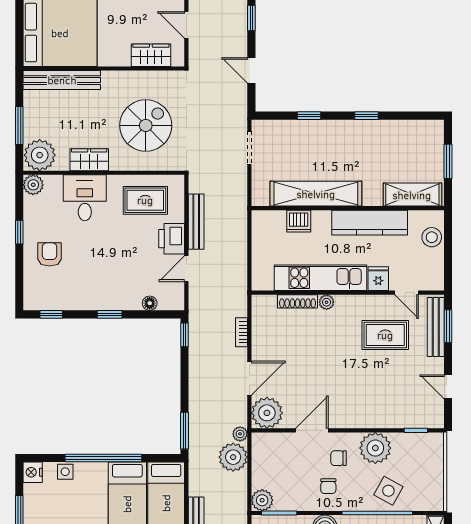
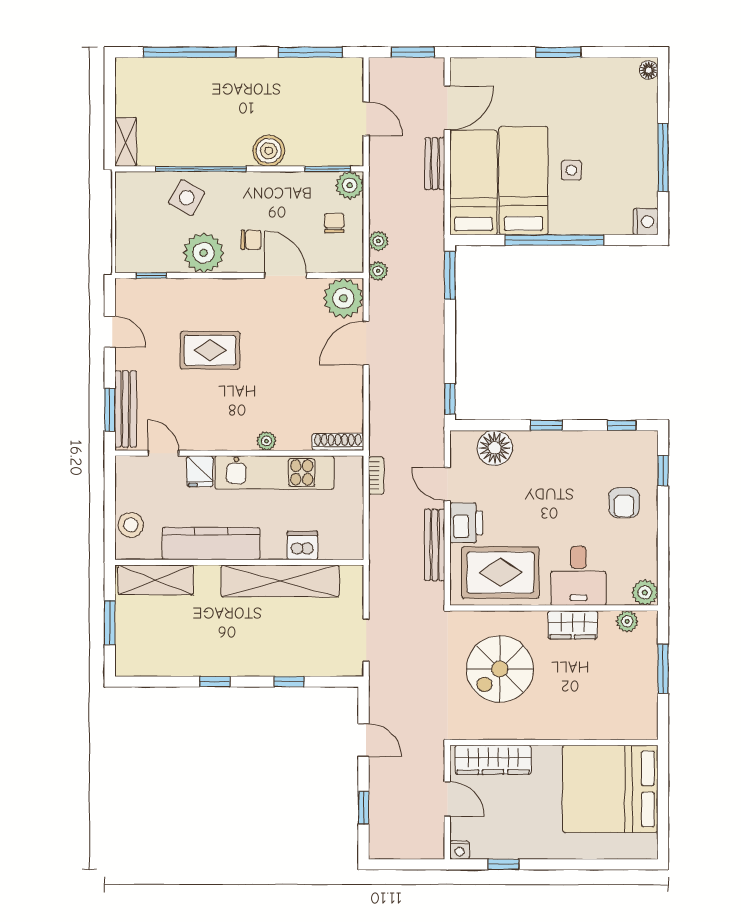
wardrobe: (151, 55) -> (493, 760), width x1.50
bench: (62, 80) -> (608, 728), removed
plant: (40, 155) -> (627, 621), width x0.53, depth x0.53
rug: (145, 200) -> (500, 572), width x1.36, depth x1.43
window: (19, 232) -> (663, 471), moved
door: (186, 269) -> (447, 484), swing flipped
shoe rack: (298, 301) -> (338, 442), moved
floor lamp: (150, 303) -> (495, 448), width x1.89, depth x1.89
bookcase: (242, 332) -> (376, 475), moved
rug: (385, 335) -> (210, 350), moved
door: (312, 430) -> (285, 276), swing flipped
plant: (233, 457) -> (378, 241), width x0.53, depth x0.53
side table: (65, 472) -> (571, 170), moved
chair: (328, 486) -> (334, 223), moved

